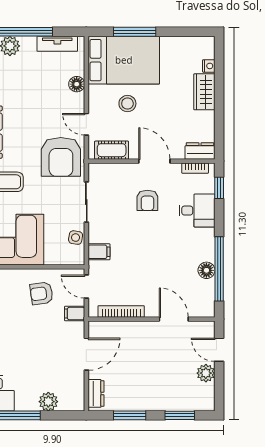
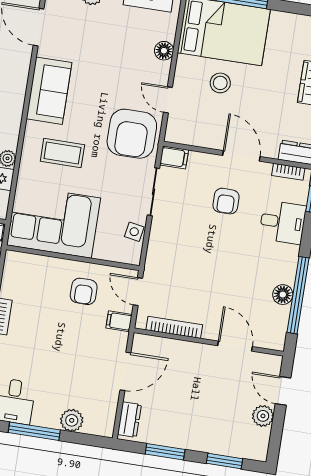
cot: (112, 150) -> (193, 135), removed
filing cabinet: (99, 252) -> (174, 157), moved
armchair: (42, 293) -> (84, 291), turned -82

